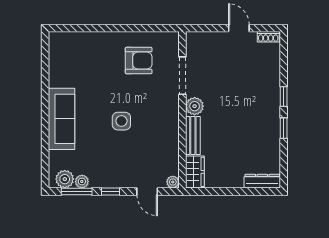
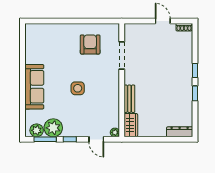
armchair: (139, 61) -> (90, 44), turned -90
plant: (195, 106) -> (131, 77), removed
plant: (82, 182) -> (53, 128), width x1.87, depth x1.87

